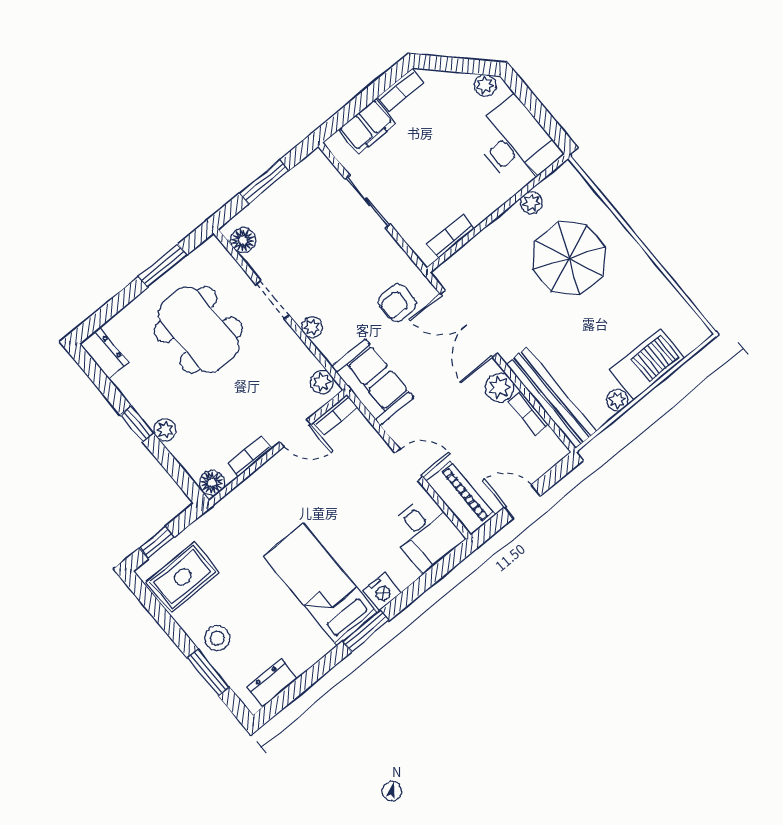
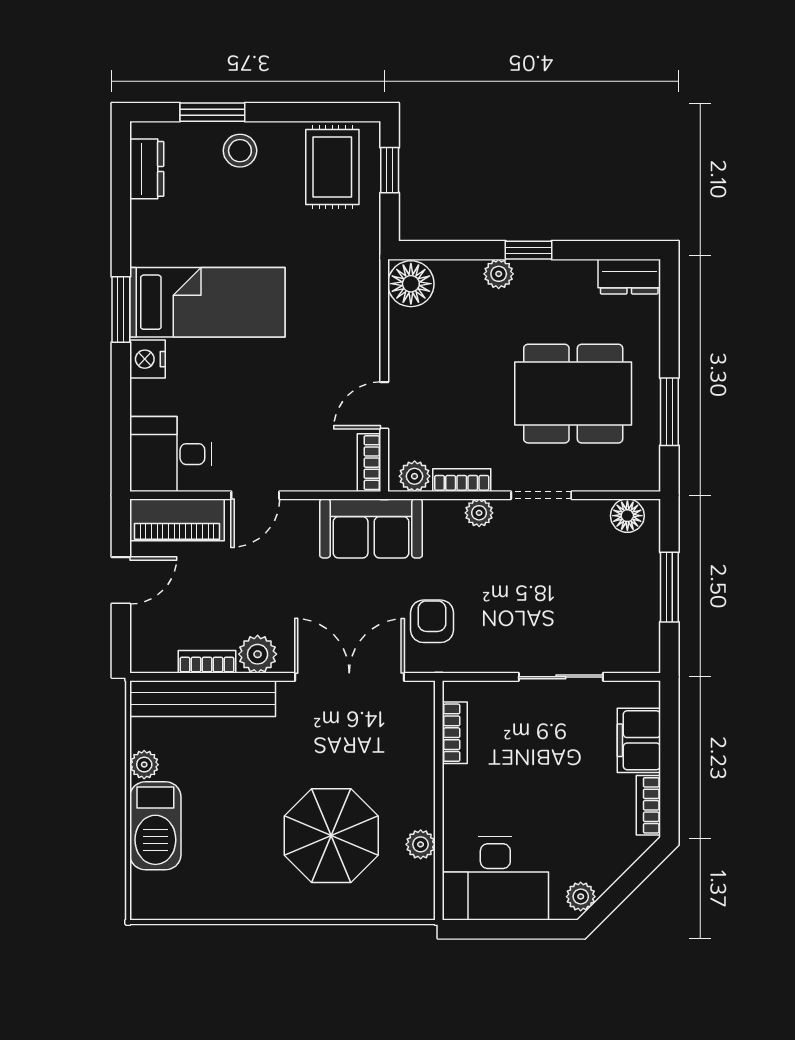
bookcase: (250, 456) -> (462, 480), moved, turned -90
floor lamp: (212, 483) -> (411, 284), width x1.38, depth x1.38

